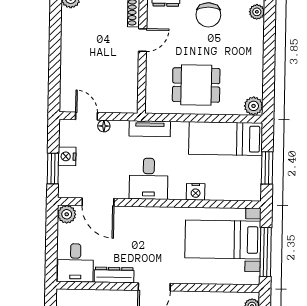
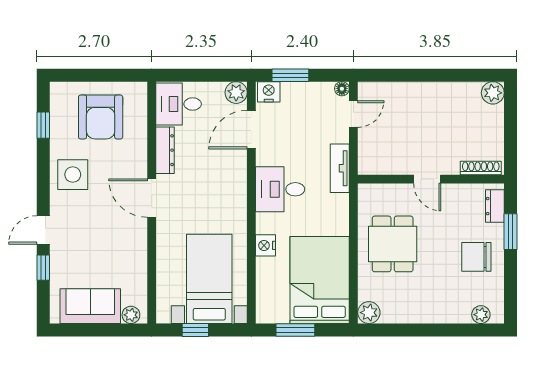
door: (143, 40) -> (427, 179), moved
floor lamp: (104, 126) -> (342, 89), moved
tv unit: (150, 129) -> (340, 168), moved
bed: (226, 139) -> (320, 280), width x1.50
nightstand: (67, 156) -> (269, 92), moved
window: (266, 252) -> (195, 330), width x0.46

